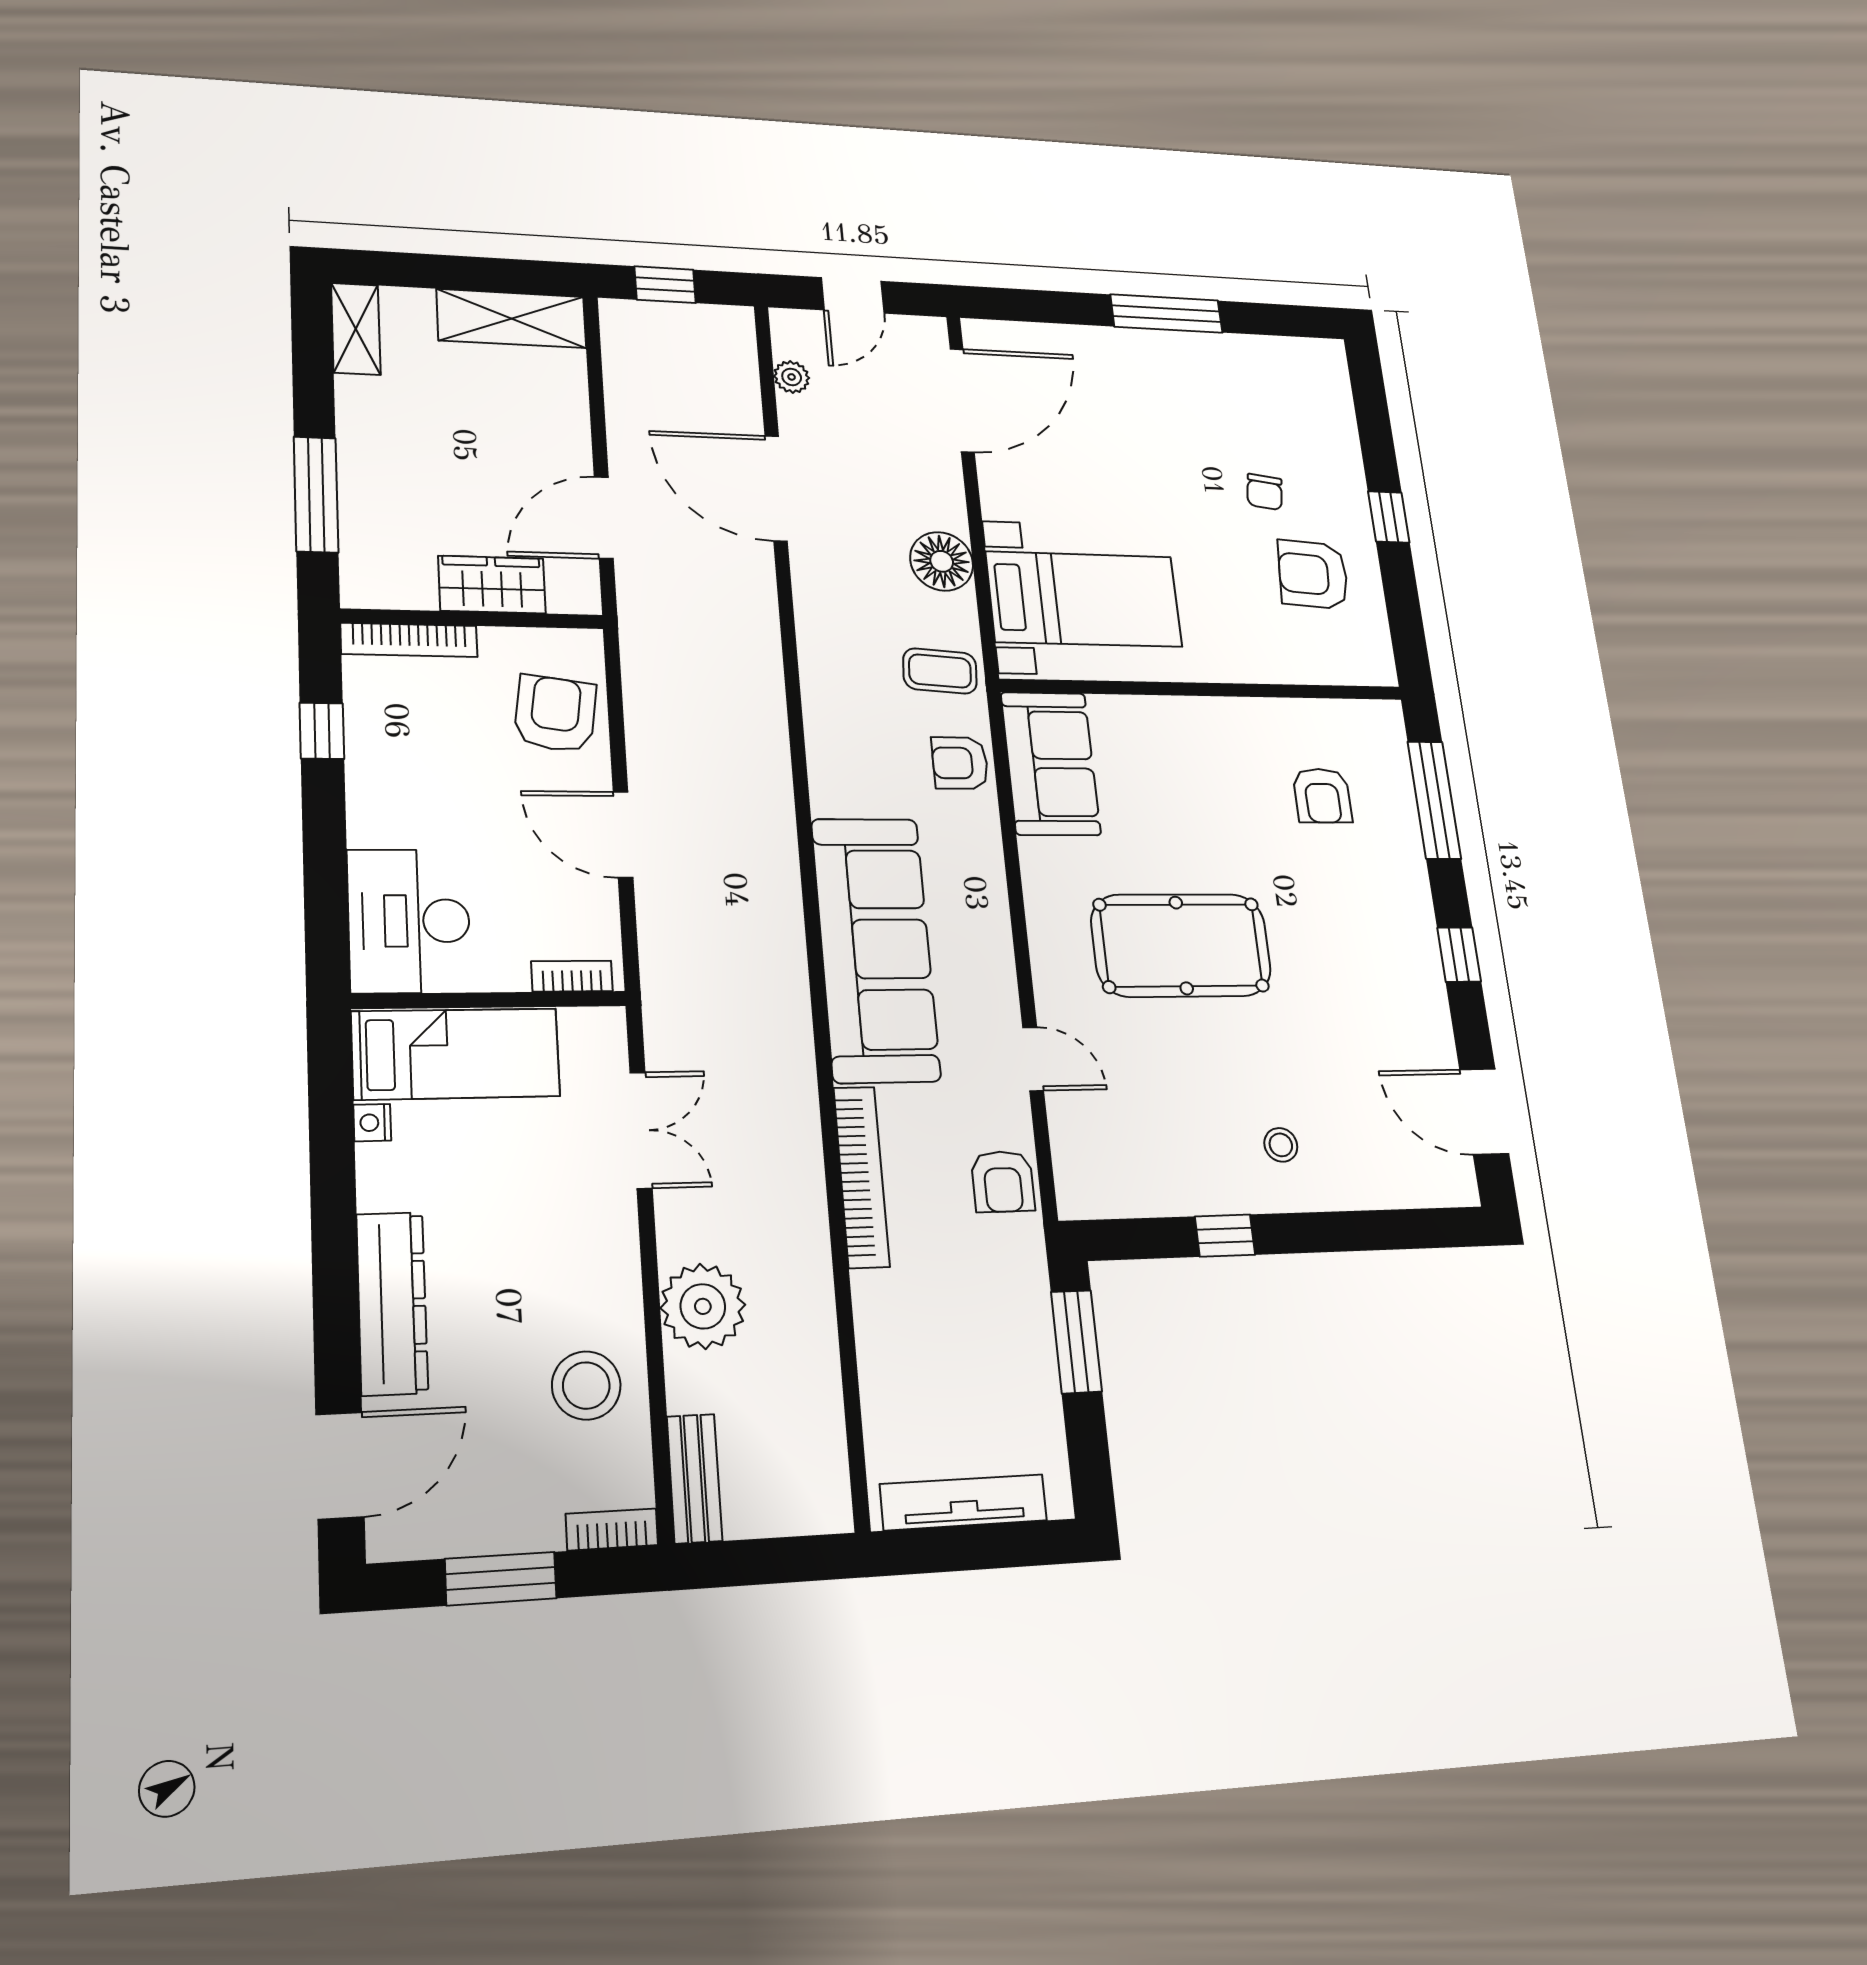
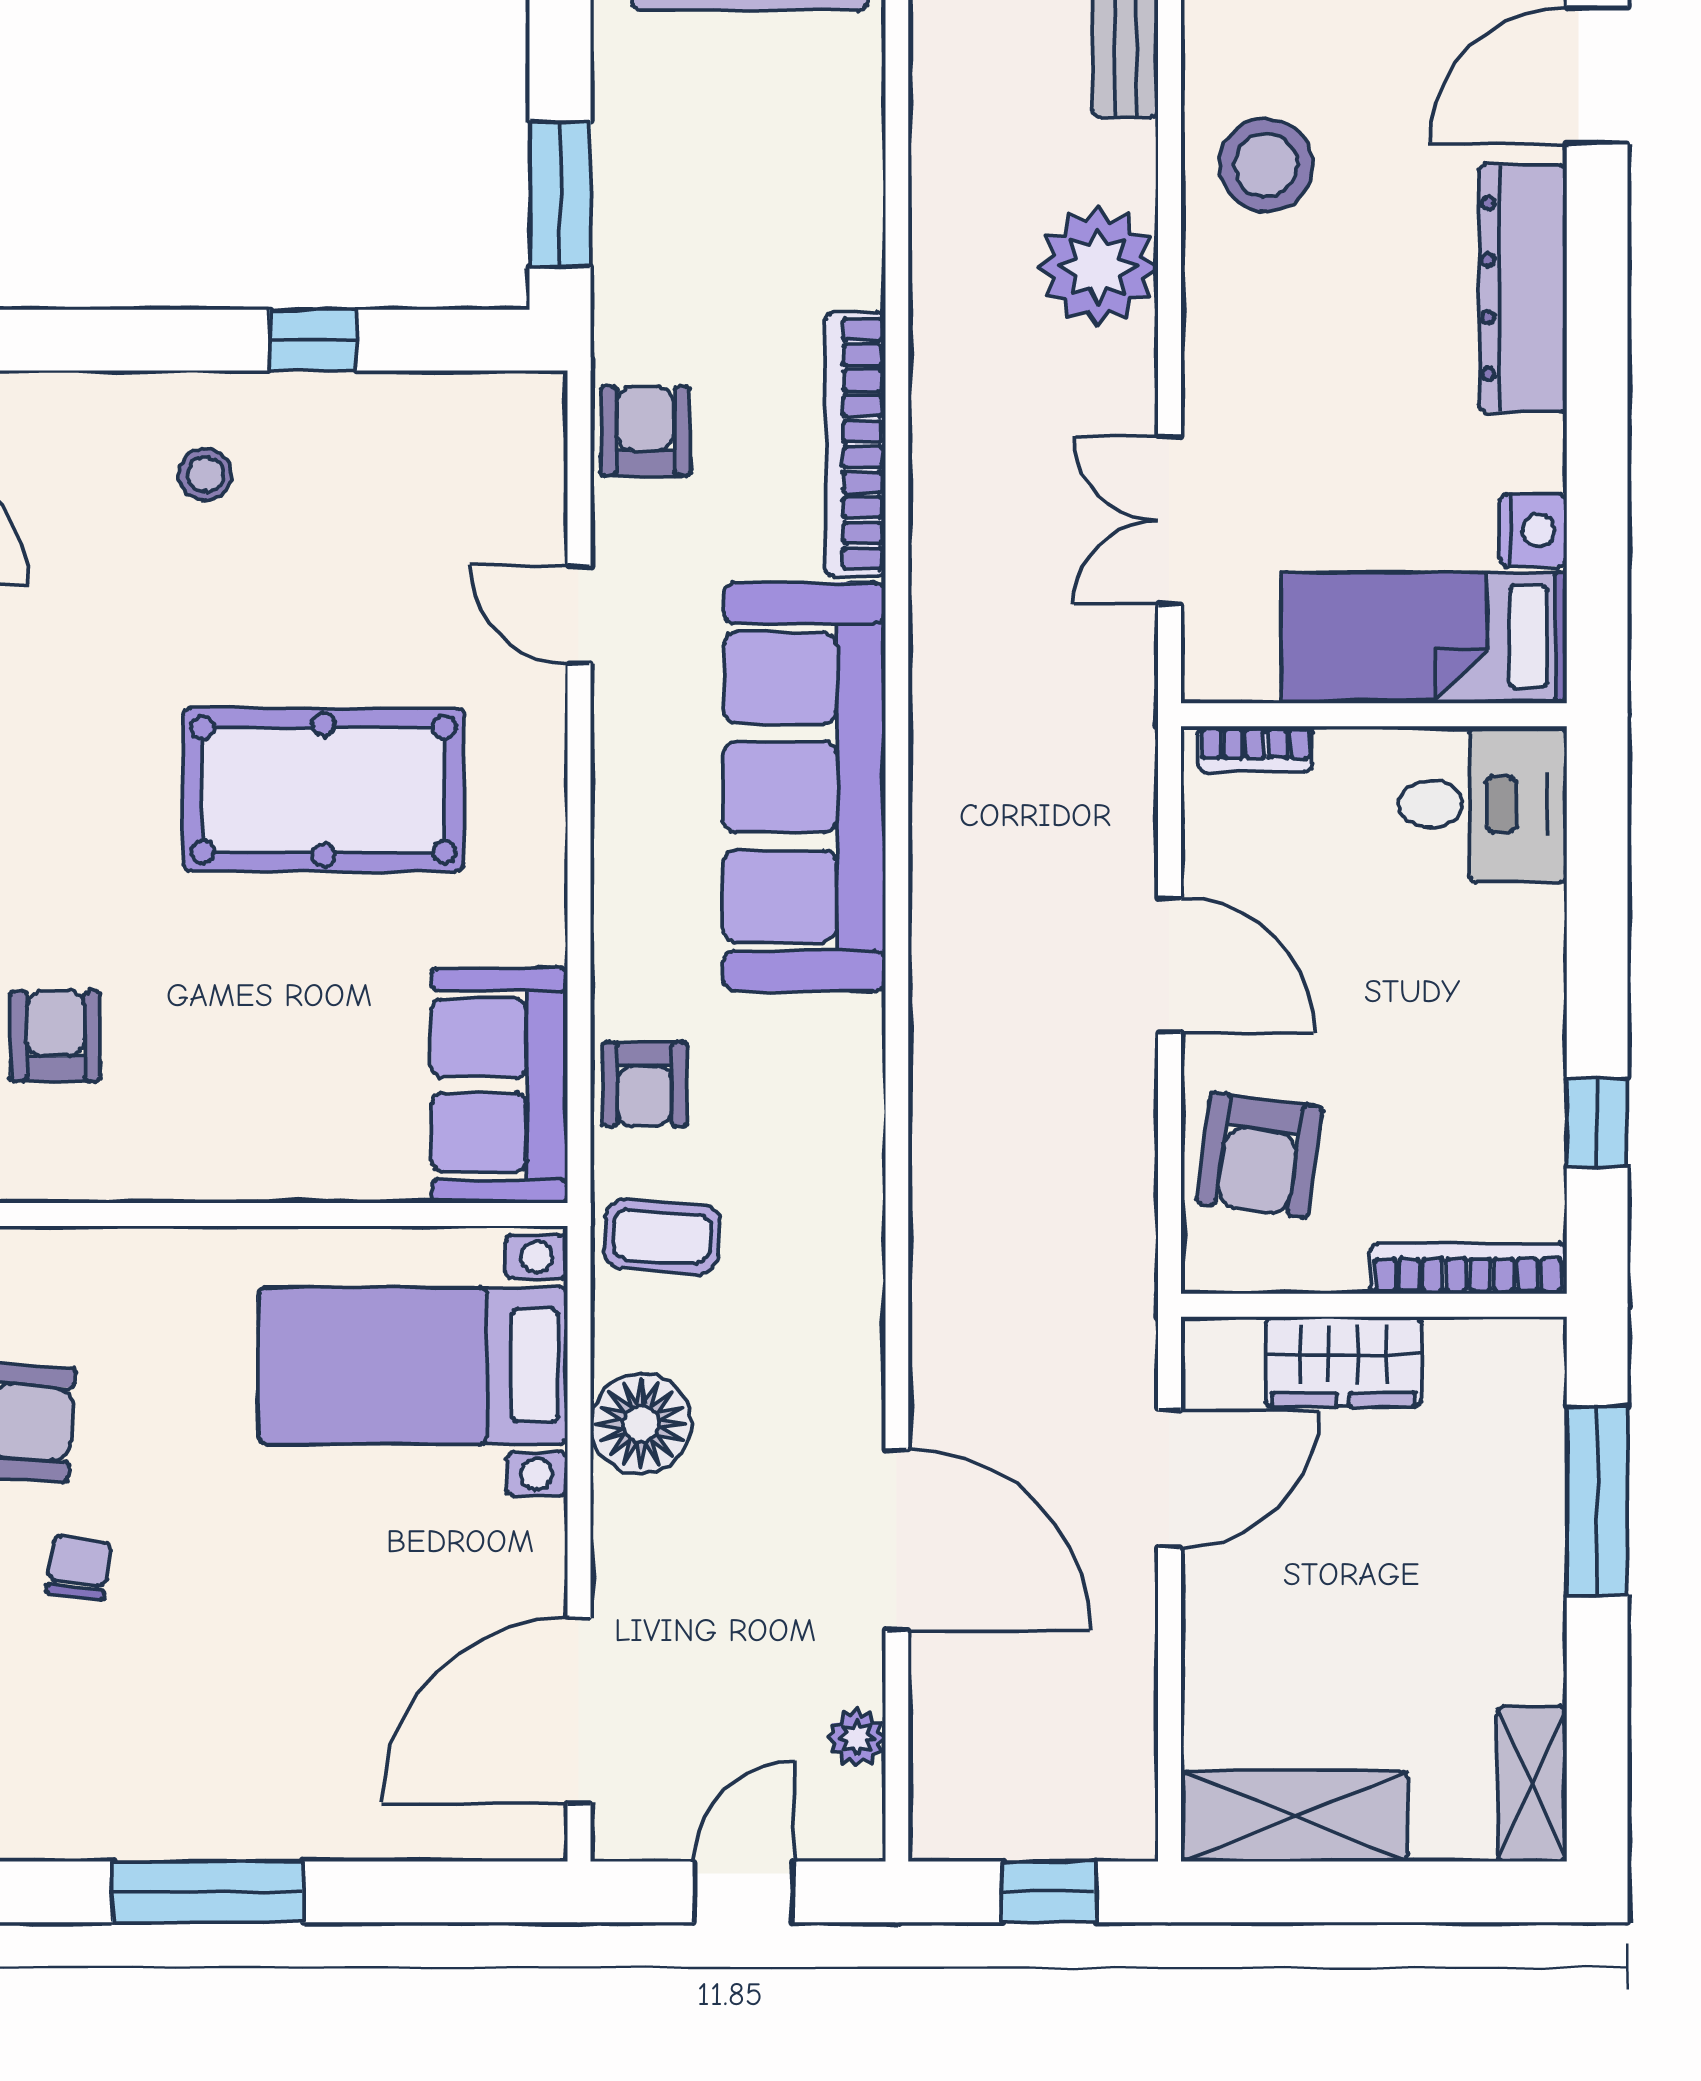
armchair: (960, 763) -> (645, 1084), turned 90
desk: (409, 921) -> (1483, 804), width x0.73
nightstand: (372, 1123) -> (1533, 530), width x1.39, depth x1.35

